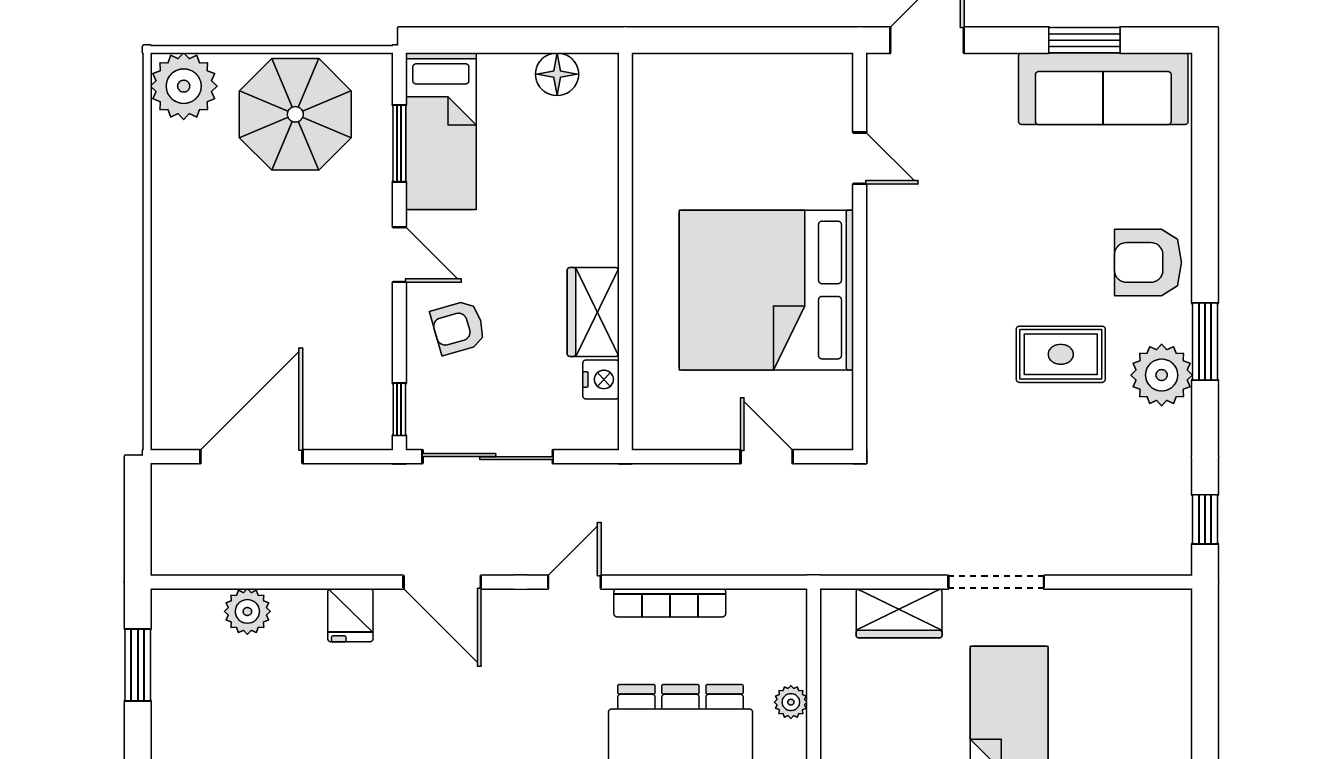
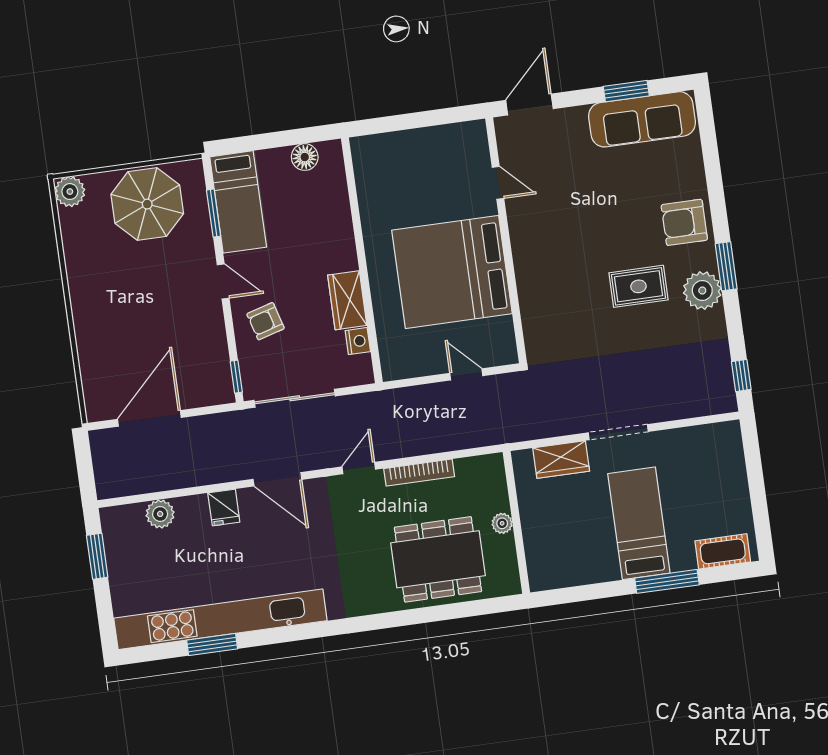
plant: (184, 86) -> (70, 192), width x0.73, depth x0.73

